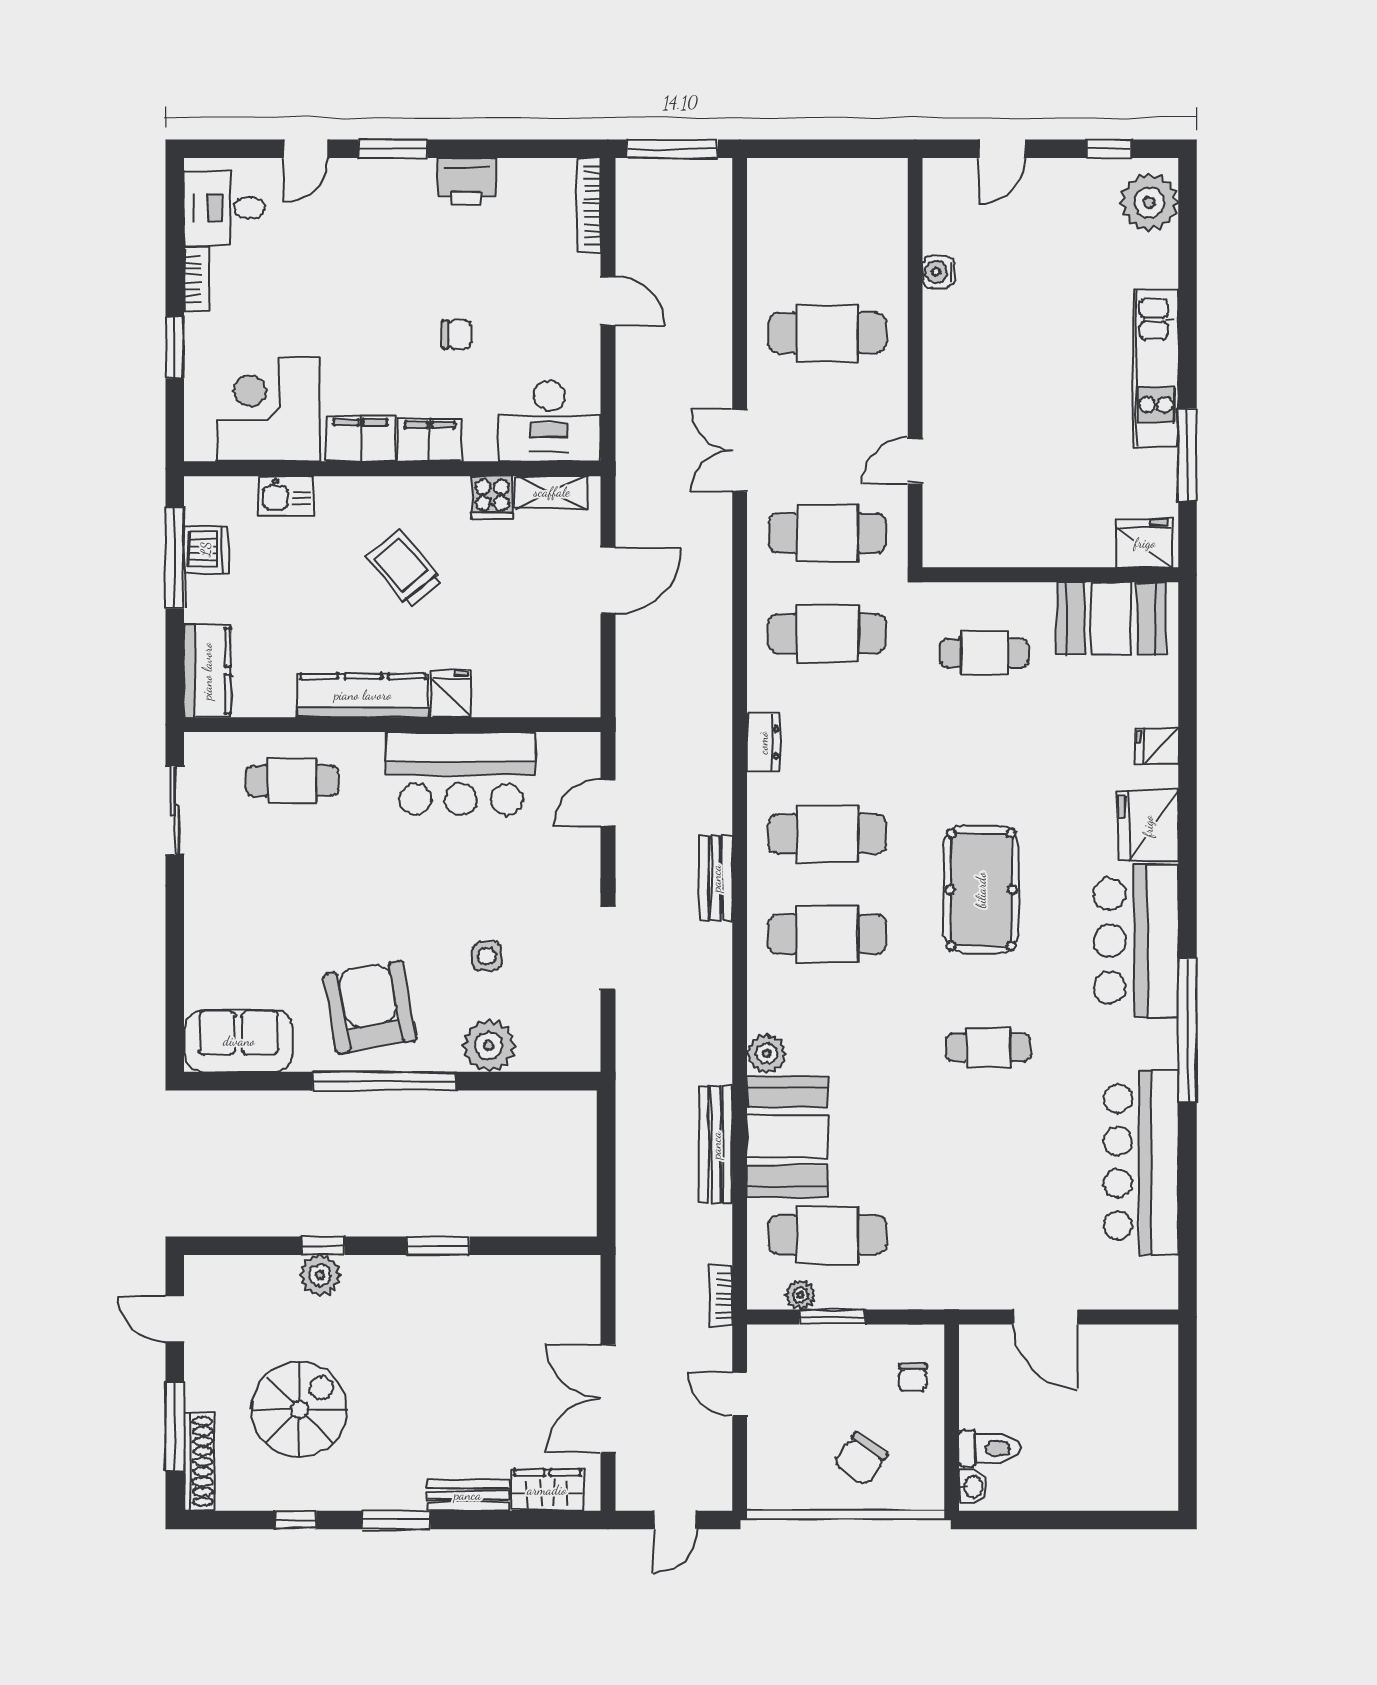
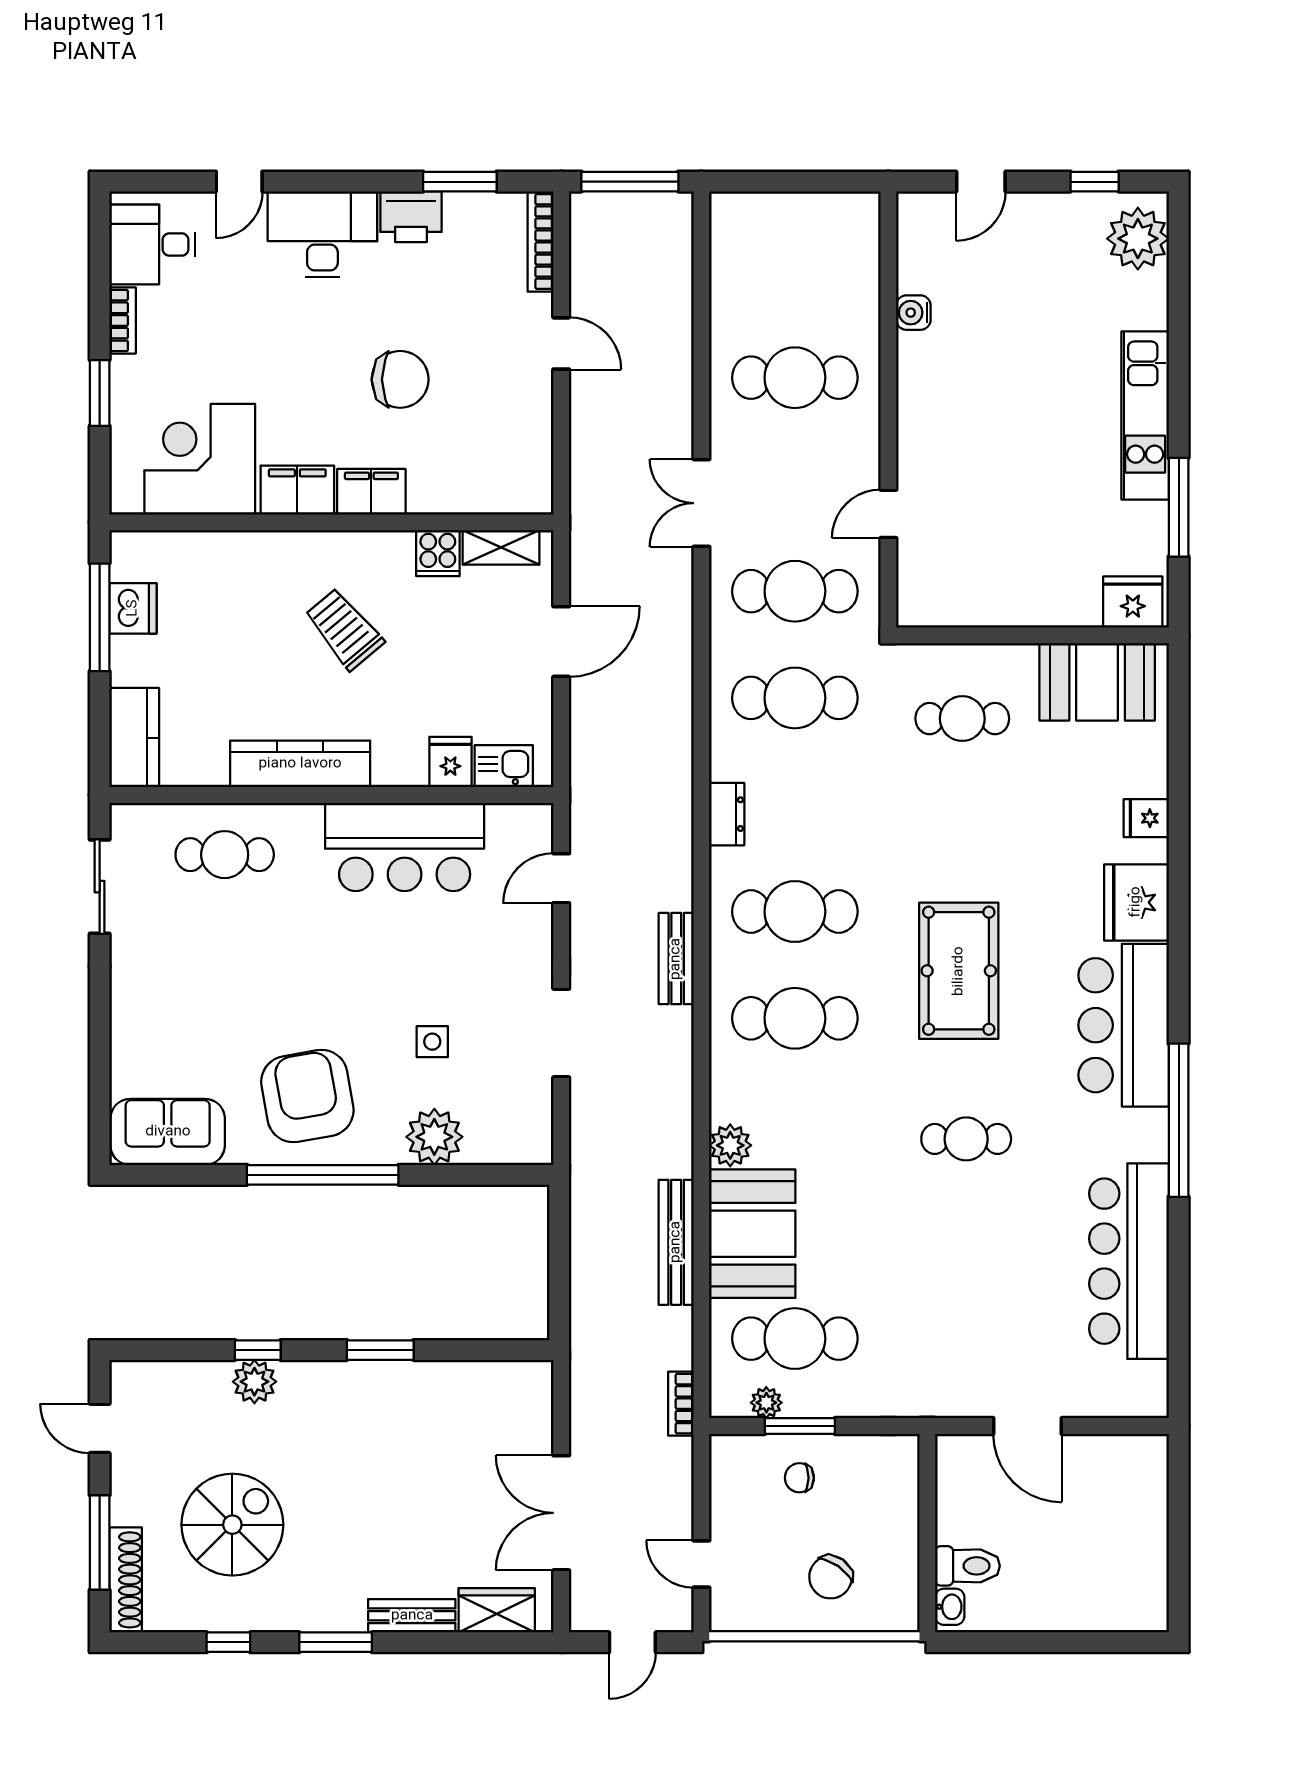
window: (393, 149) -> (460, 182), moved
chair: (457, 334) -> (400, 379), width x1.87, depth x1.87
desk: (549, 421) -> (322, 234), moved, turned 180
kitchen sink: (286, 496) -> (504, 766), moved, turned 180
fridge: (451, 694) -> (450, 762), moved
chair: (913, 1377) -> (799, 1478), moved, turned 90
door: (740, 1394) -> (701, 1564), moved

